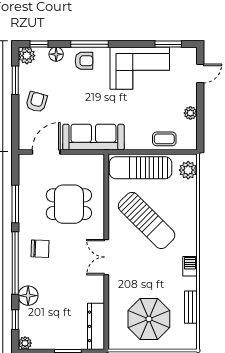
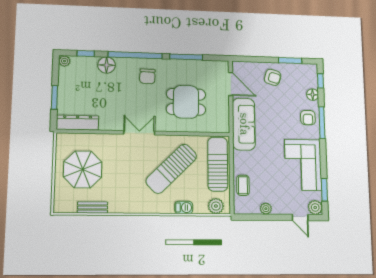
plant: (27, 56) -> (315, 207), moved
dining table: (69, 204) -> (186, 102), turned 90
barbecue: (190, 266) -> (184, 208), moved

